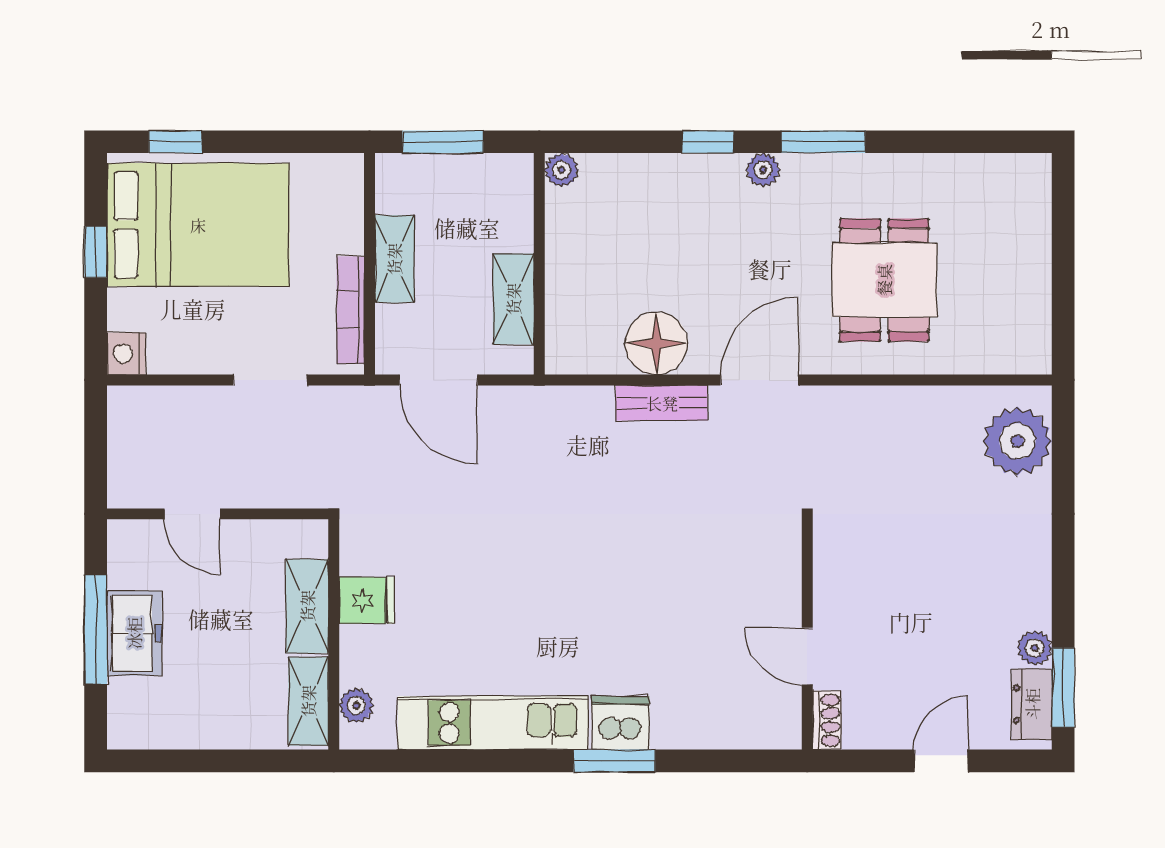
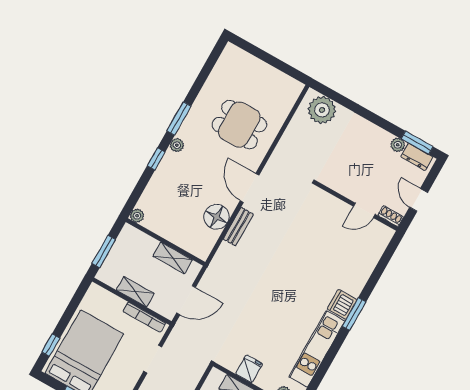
wall: (807, 634) -> (357, 206), moved
door: (807, 656) -> (364, 210), moved
shoe rack: (827, 720) -> (391, 216), moved

